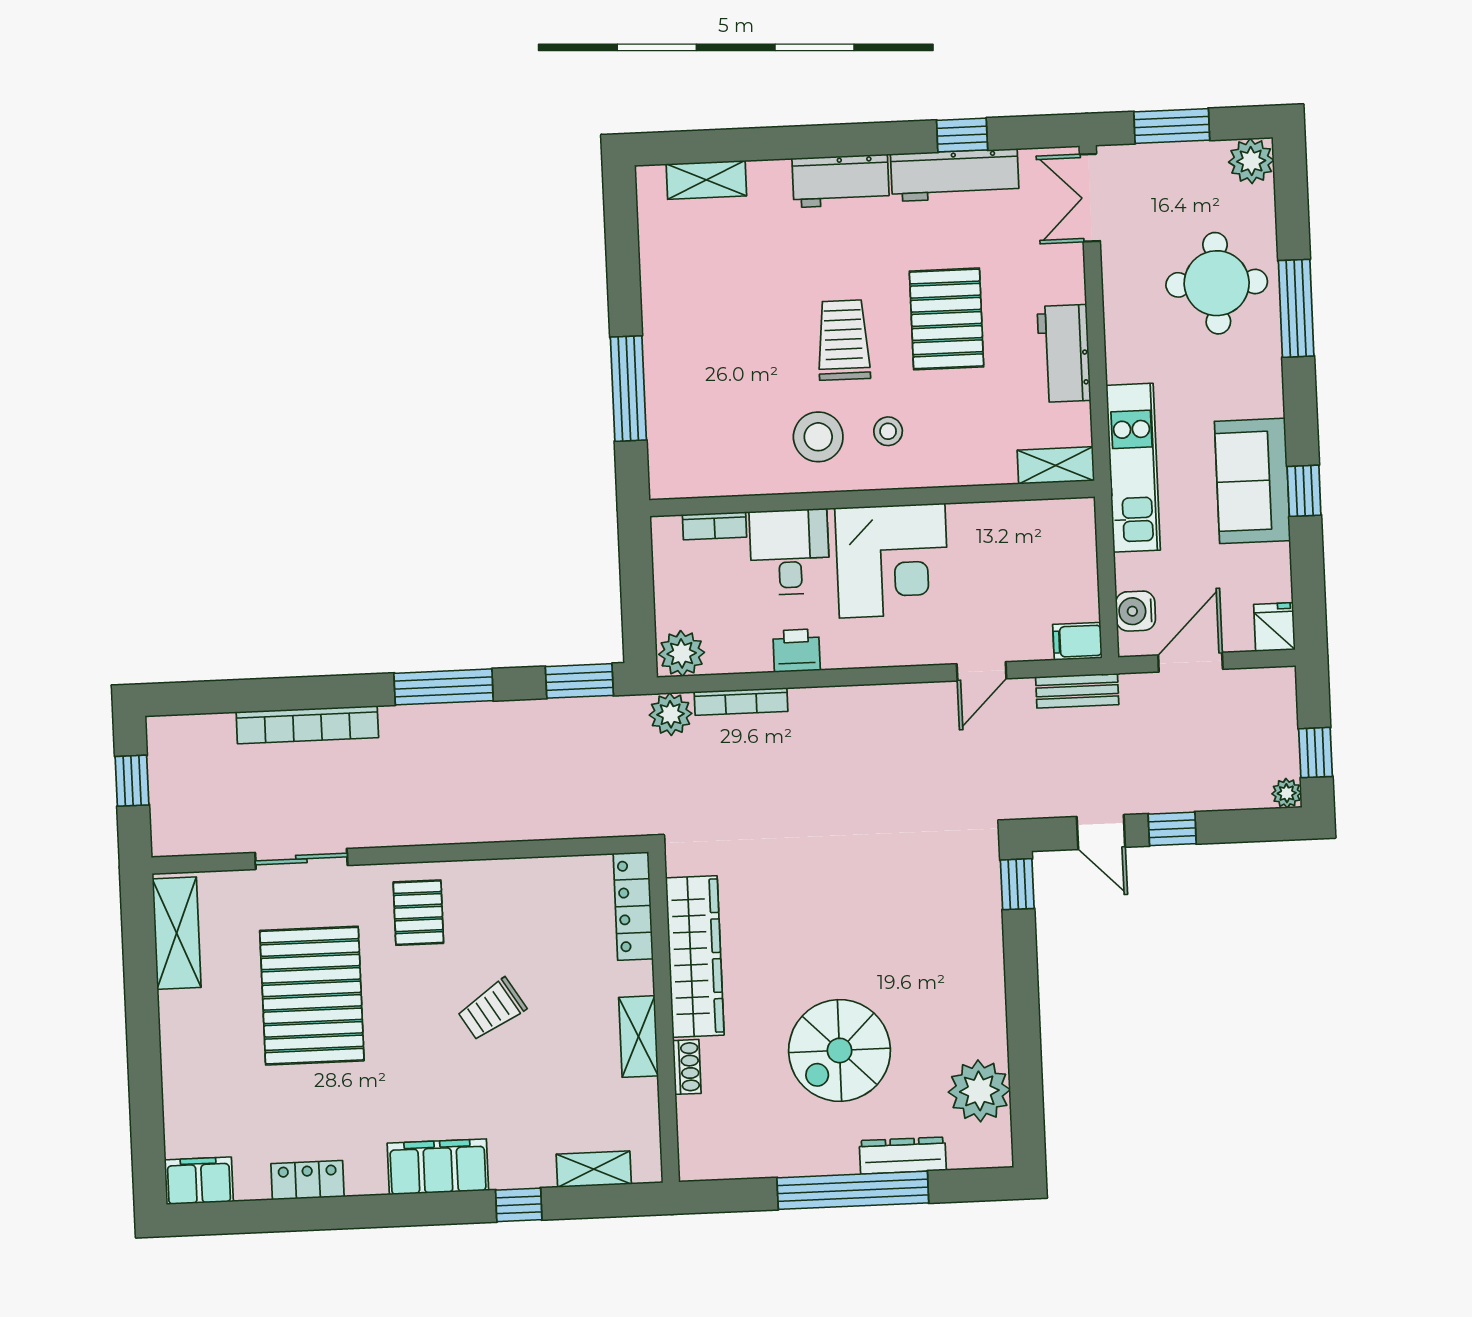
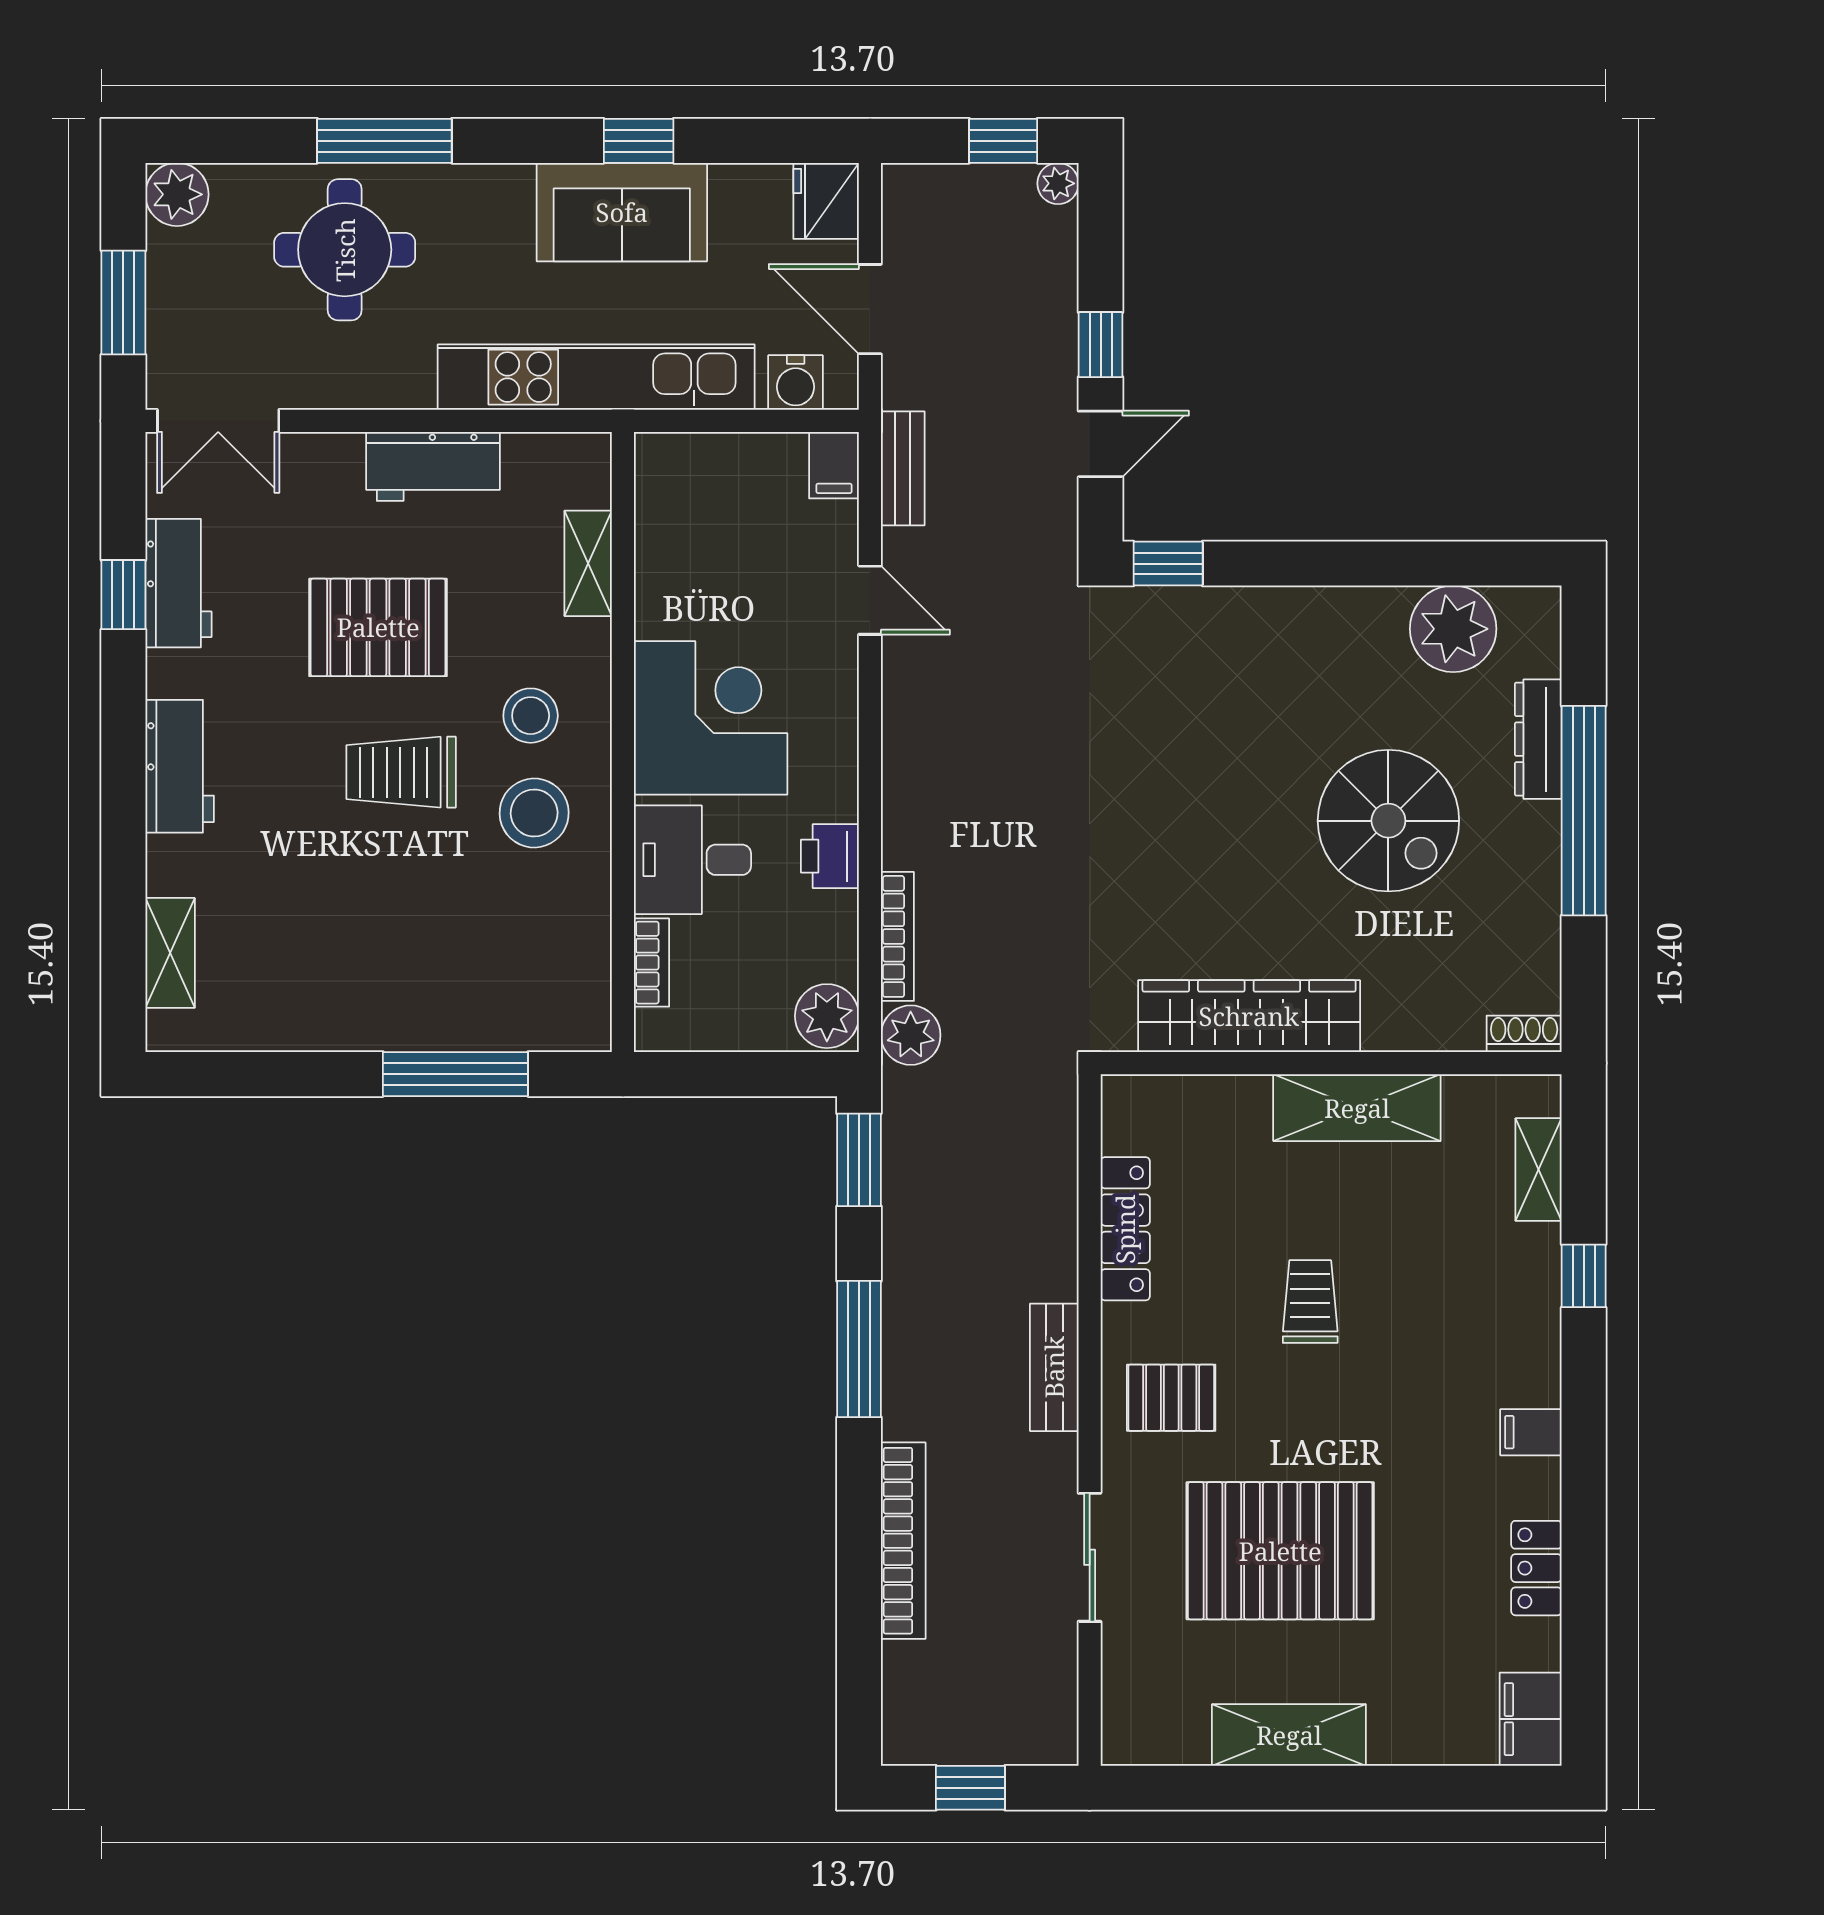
workbench: (955, 175) -> (178, 583), width x0.73
stool: (888, 431) -> (531, 716), width x1.37, depth x1.37
shelving: (1056, 465) -> (588, 563), moved
kitchen unit: (1133, 468) -> (596, 377), width x1.36
fridge: (1274, 627) -> (826, 201), width x1.38
bench: (437, 828) -> (1054, 1367), added
locker: (633, 906) -> (1125, 1229), moved, turned -90
shelving: (177, 933) -> (1289, 1735), moved
trolley: (492, 1009) -> (1310, 1302), turned -148
shelving: (639, 1037) -> (1357, 1108), width x1.50, depth x1.33
shoe rack: (687, 1067) -> (1524, 1034), moved
filing cabinet: (438, 1167) -> (1531, 1432), width x0.33, depth x0.86

